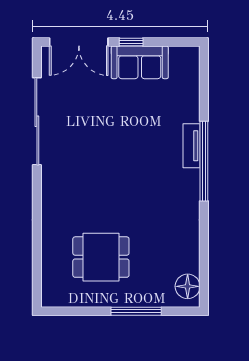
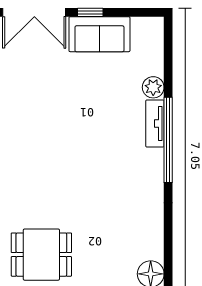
plant: (190, 112) -> (153, 87), added
dining table: (101, 257) -> (41, 255), moved

